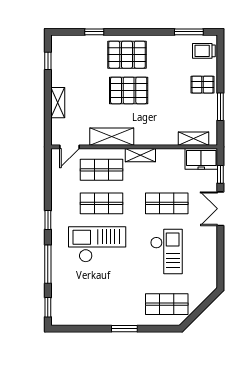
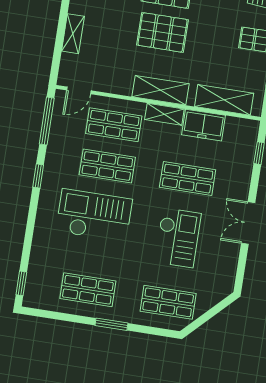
shelving: (112, 137) -> (160, 90), moved
shelving: (193, 139) -> (224, 100), width x1.50, depth x1.33
freezer: (201, 159) -> (204, 125), moved
double door: (220, 209) -> (248, 223), moved
window: (48, 264) -> (47, 121), moved
shop shelf: (101, 304) -> (88, 290), added

